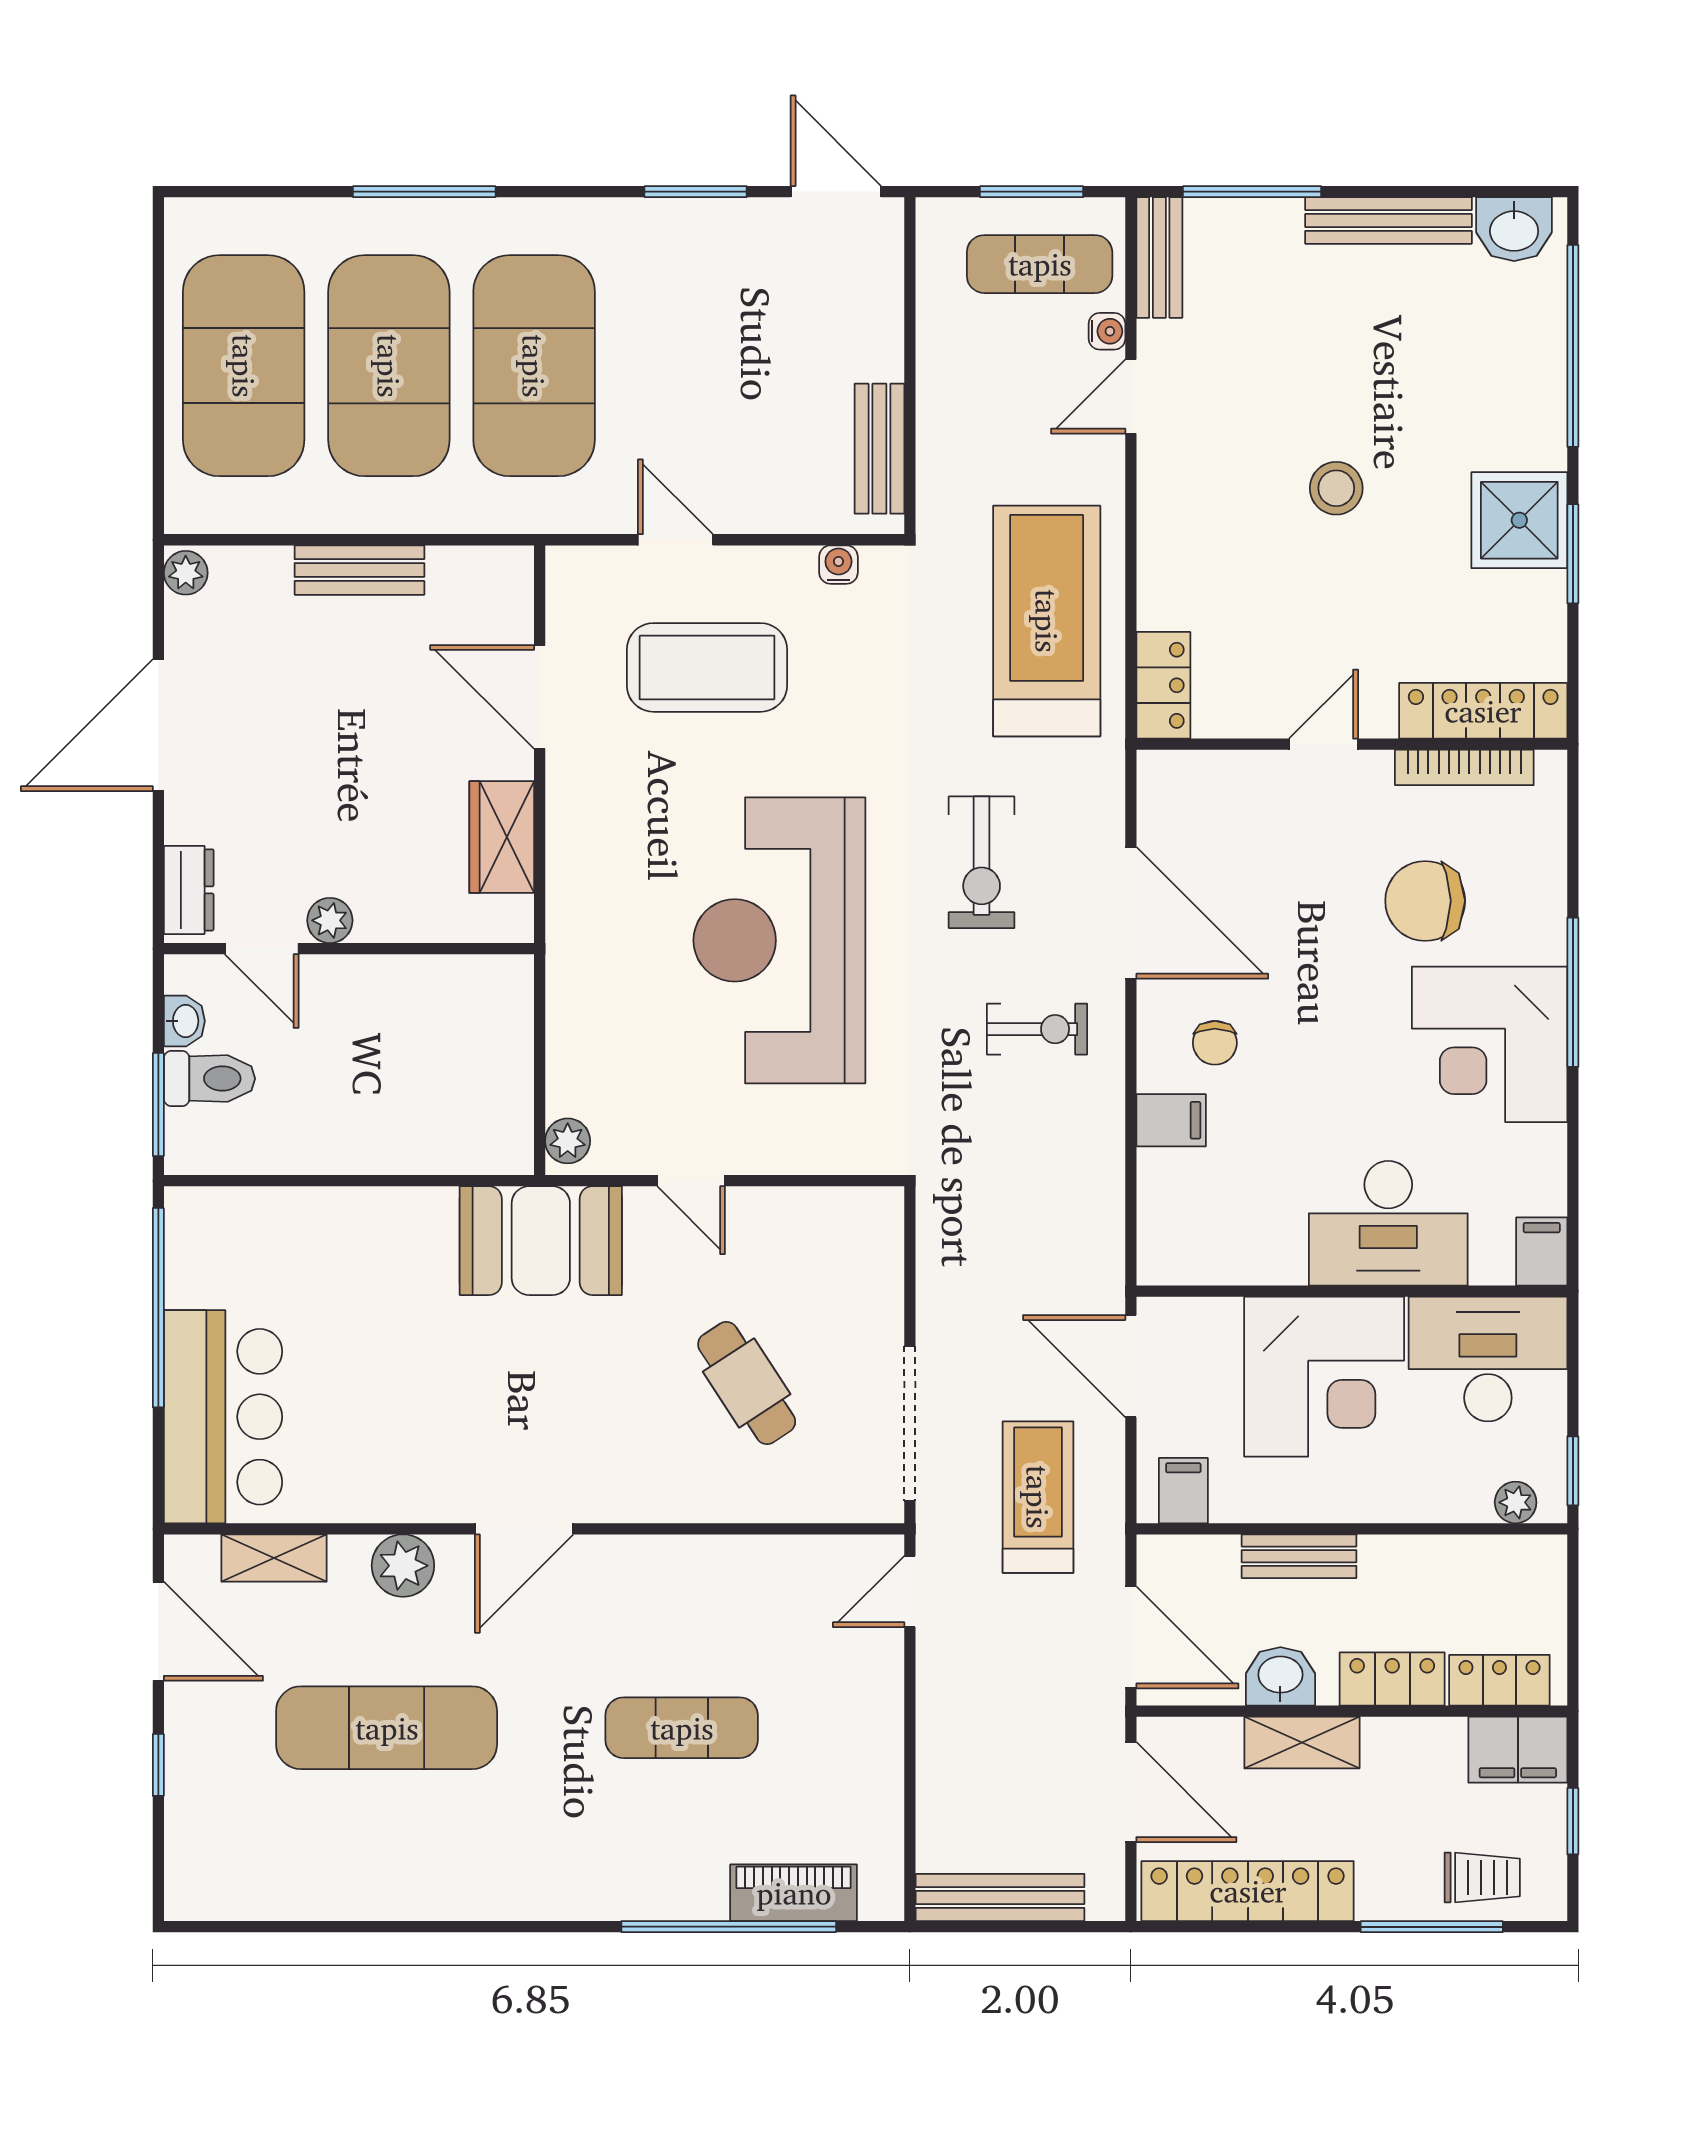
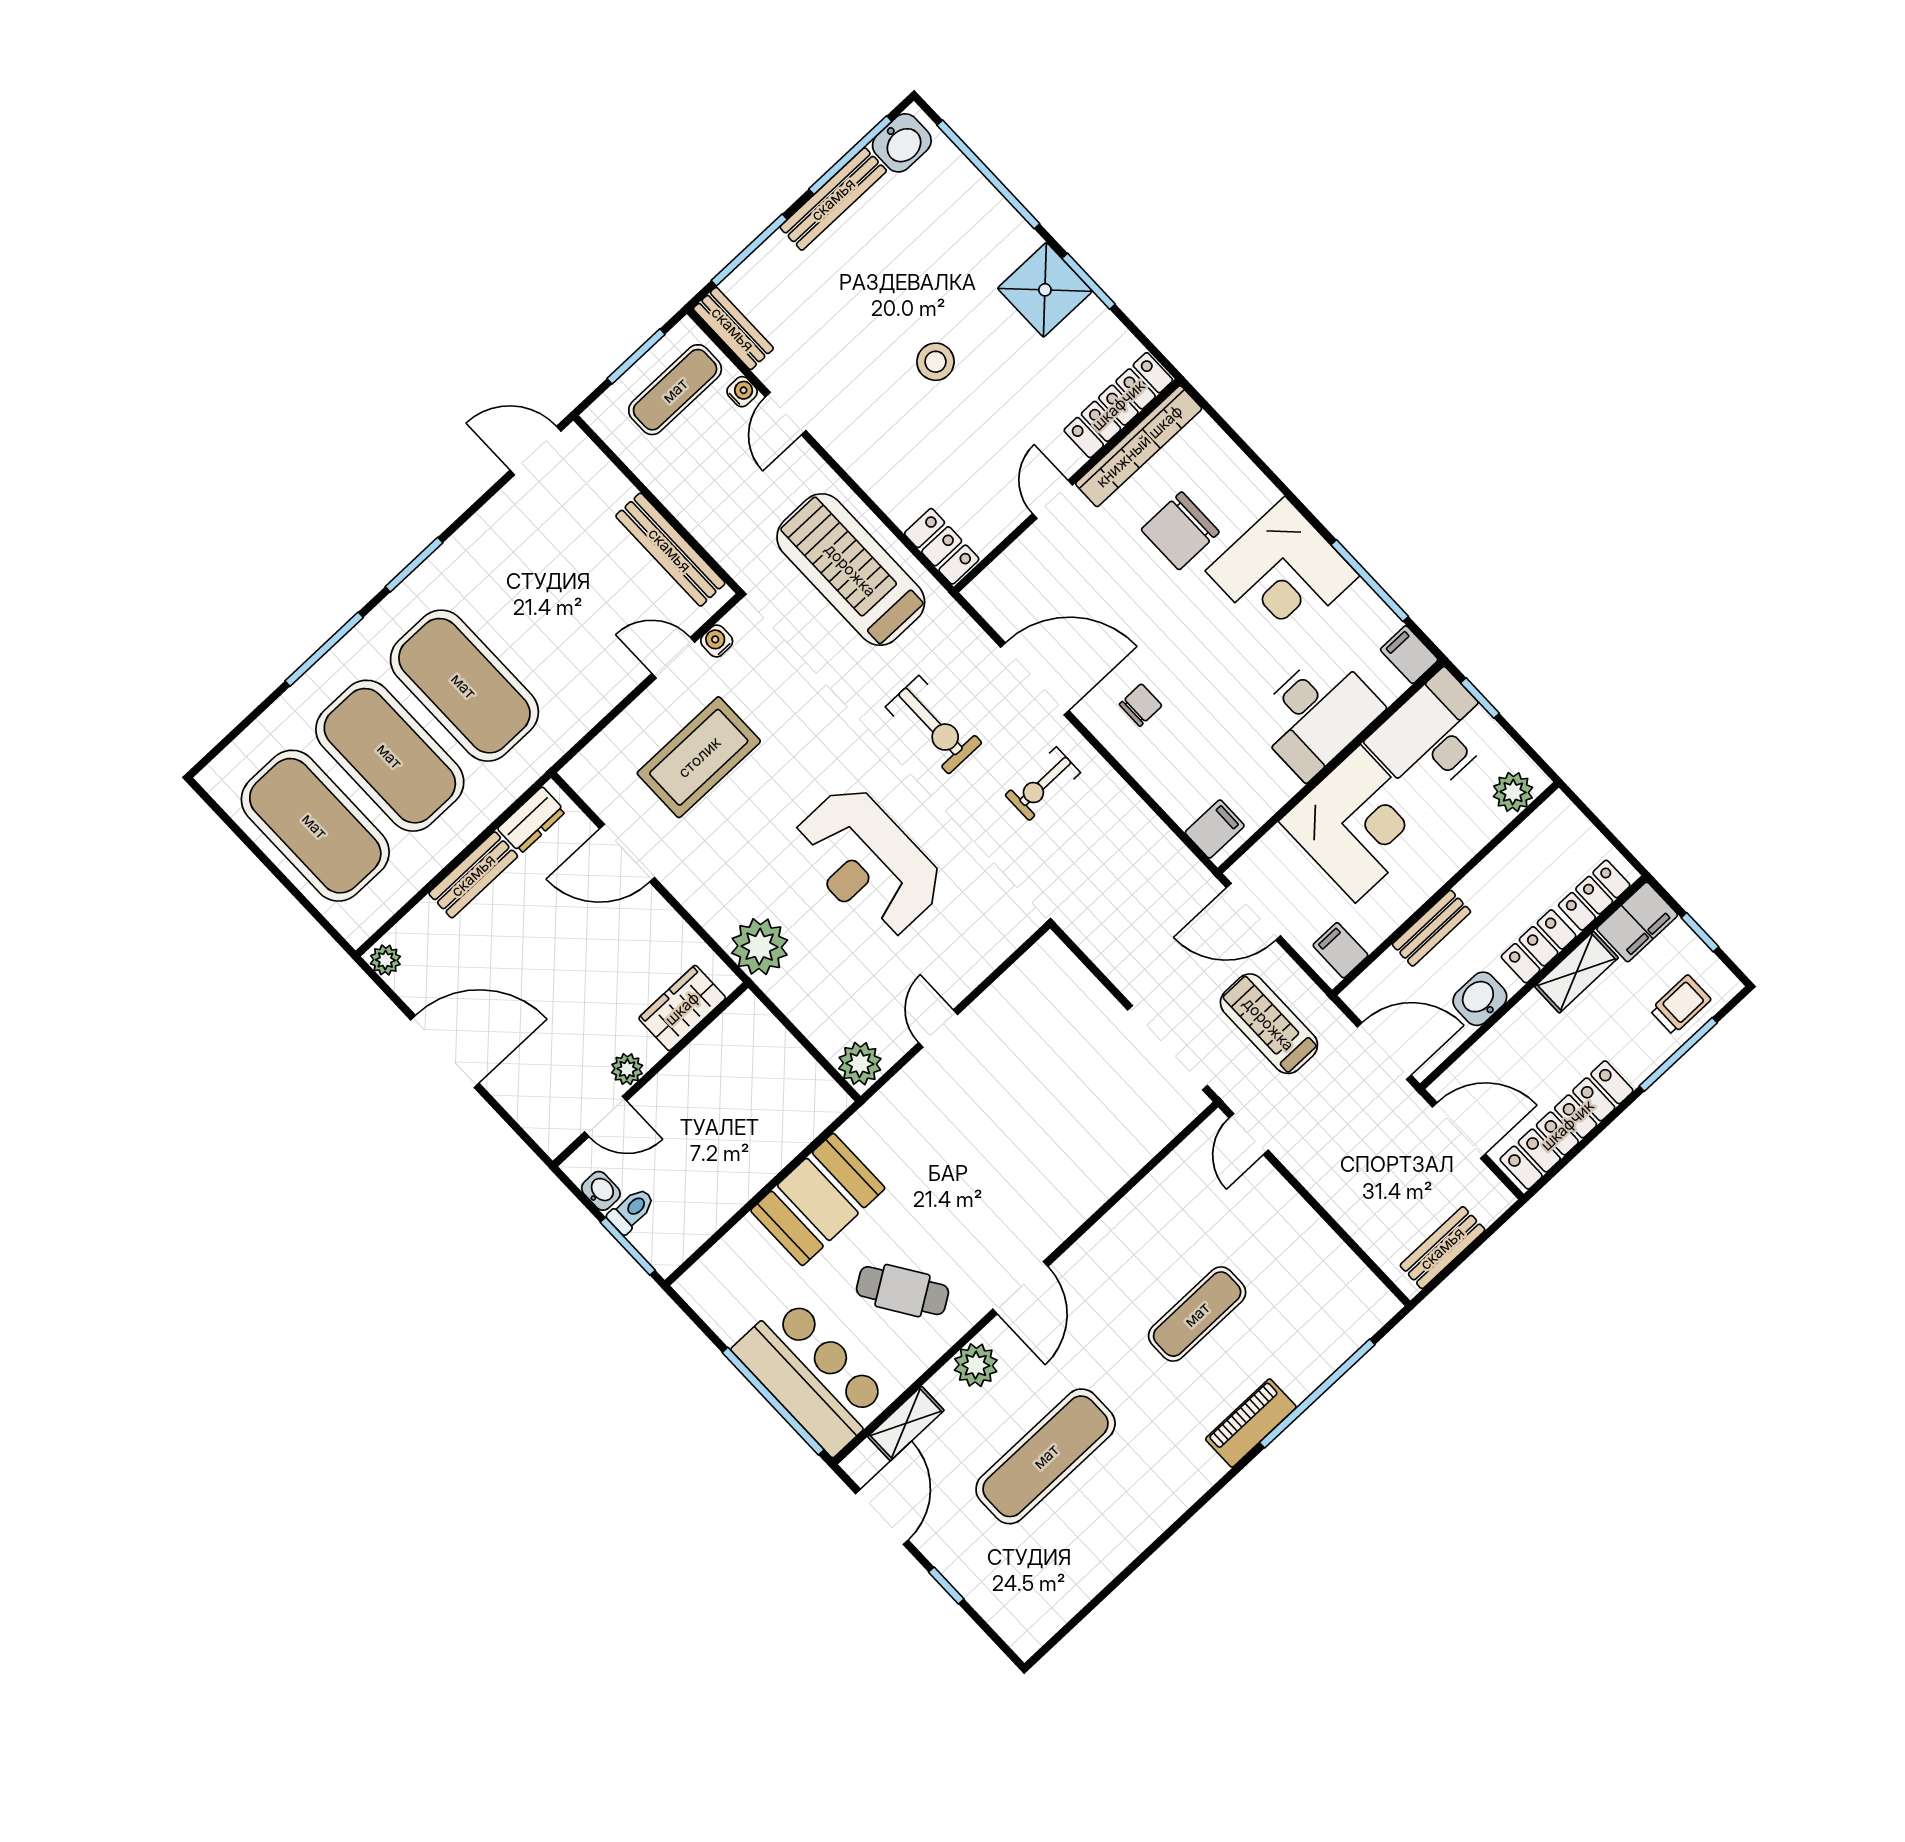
window: (696, 192) -> (414, 565), moved
window: (1449, 192) -> (850, 155), added
bench: (879, 449) -> (670, 550), width x1.36
door: (675, 540) -> (673, 658), moved
door: (158, 725) -> (445, 1051), swing flipped
bookcase: (1464, 767) -> (1139, 446), width x1.48, depth x1.31
wardrobe: (502, 837) -> (682, 1008), moved, turned 90
dresser: (189, 890) -> (532, 820), moved, turned 90
plant: (586, 923) -> (760, 947), added
reception desk: (779, 940) -> (868, 862), width x0.74, depth x0.77
window: (1573, 992) -> (1370, 581), moved
exercise bike: (1037, 1029) -> (1043, 784), turned 180
chair: (1215, 1043) -> (1141, 705), turned -90
toilet: (209, 1079) -> (631, 1211), width x0.73, depth x0.72
filing cabinet: (1171, 1120) -> (1215, 829), moved
plant: (568, 1141) -> (860, 1064), width x1.38, depth x1.38
door: (691, 1181) -> (938, 1029), swing flipped
booth: (541, 1241) -> (818, 1199), moved
window: (158, 1308) -> (773, 1401), moved
cafe table: (747, 1383) -> (903, 1291), moved
window: (1573, 1471) -> (1480, 698), moved
plant: (1516, 1502) -> (1513, 792), width x1.38, depth x1.38
door: (158, 1631) -> (882, 1517), hinge flipped
shelving: (1302, 1743) -> (1576, 972), moved
piano: (794, 1893) -> (1251, 1423), moved
bench: (1000, 1897) -> (1442, 1248), width x0.73

